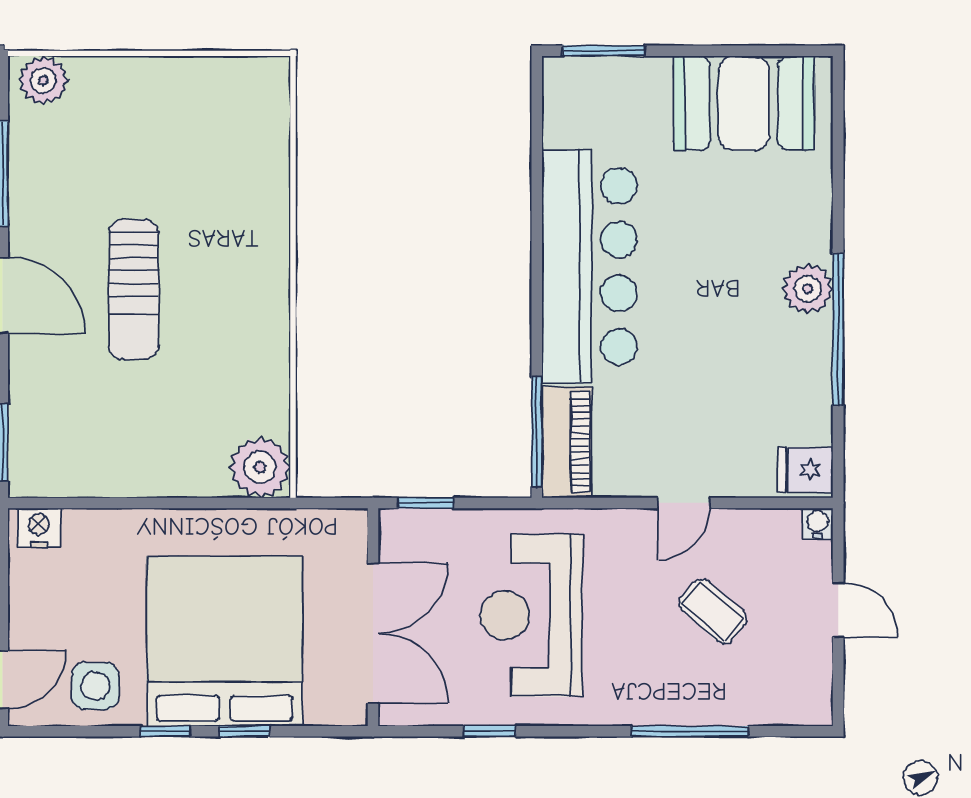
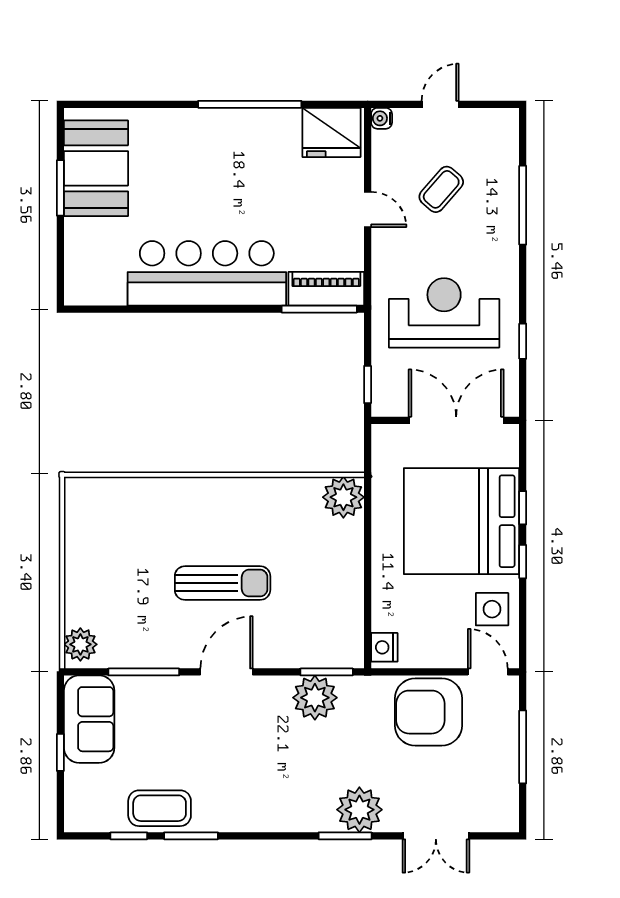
window: (604, 51) -> (60, 188), moved
plant: (808, 289) -> (222, 125), removed
fridge: (806, 470) -> (331, 132), width x1.88, depth x1.34
reception desk: (531, 615) -> (444, 313), turned 180

